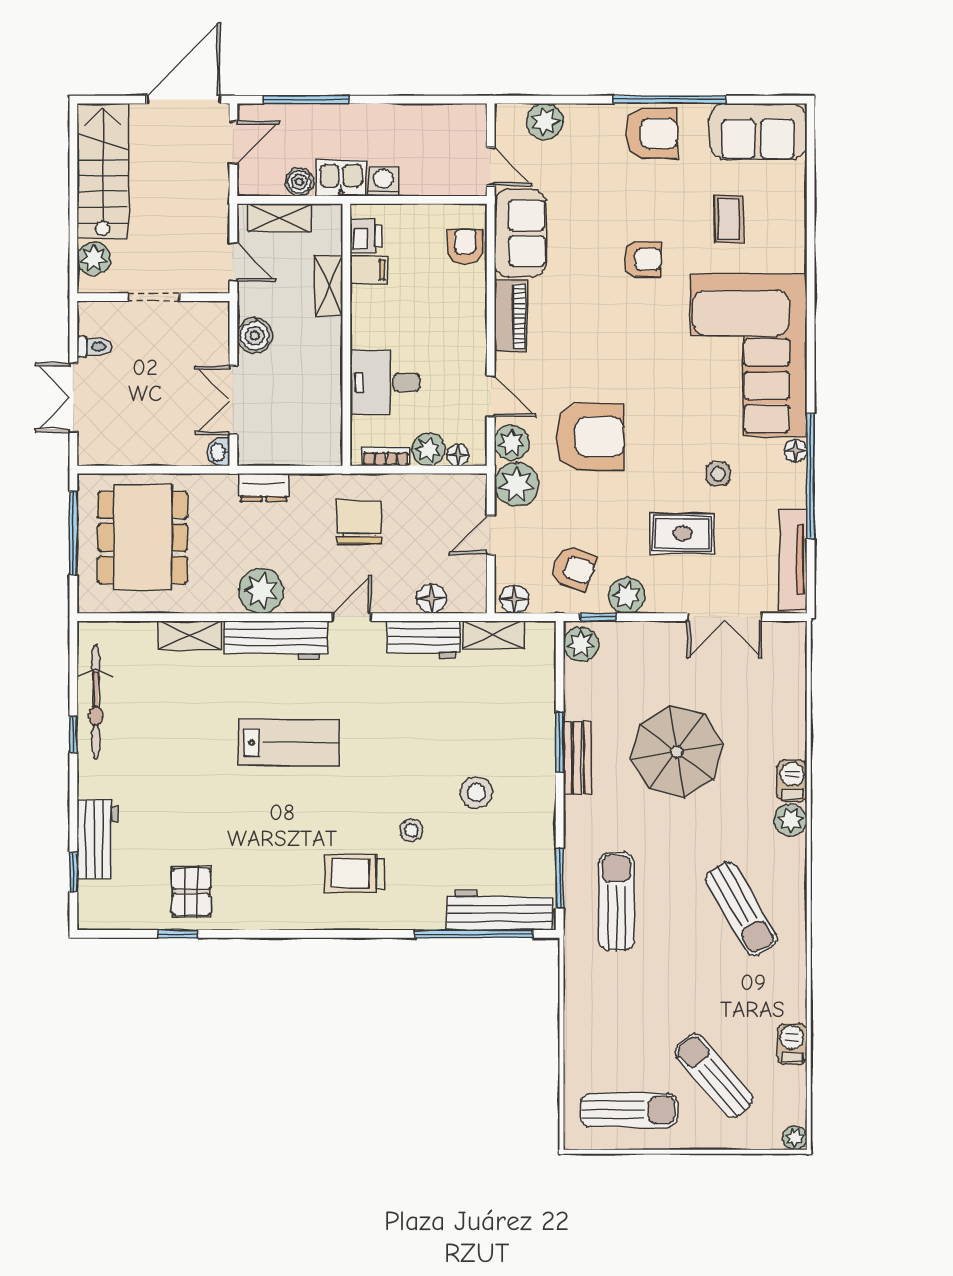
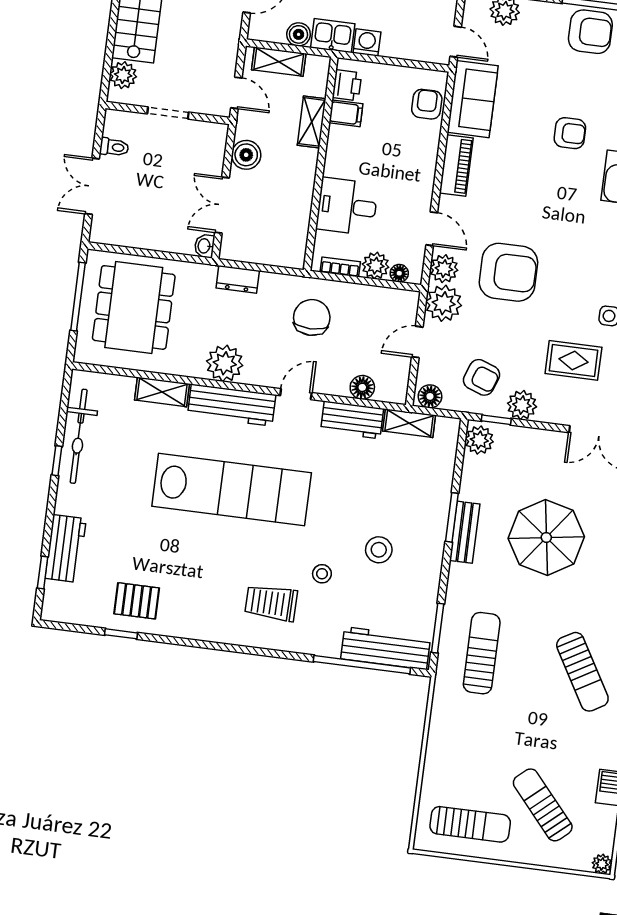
lab bench: (289, 742) -> (232, 489), width x1.86, depth x1.39
pallet: (191, 892) -> (137, 601), turned 90

